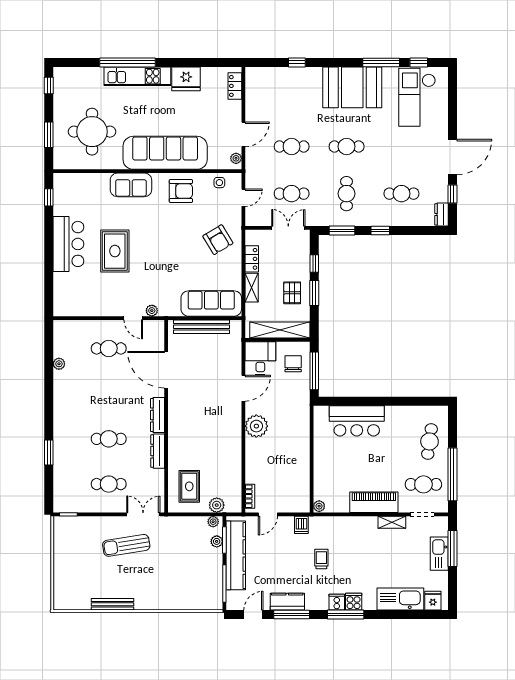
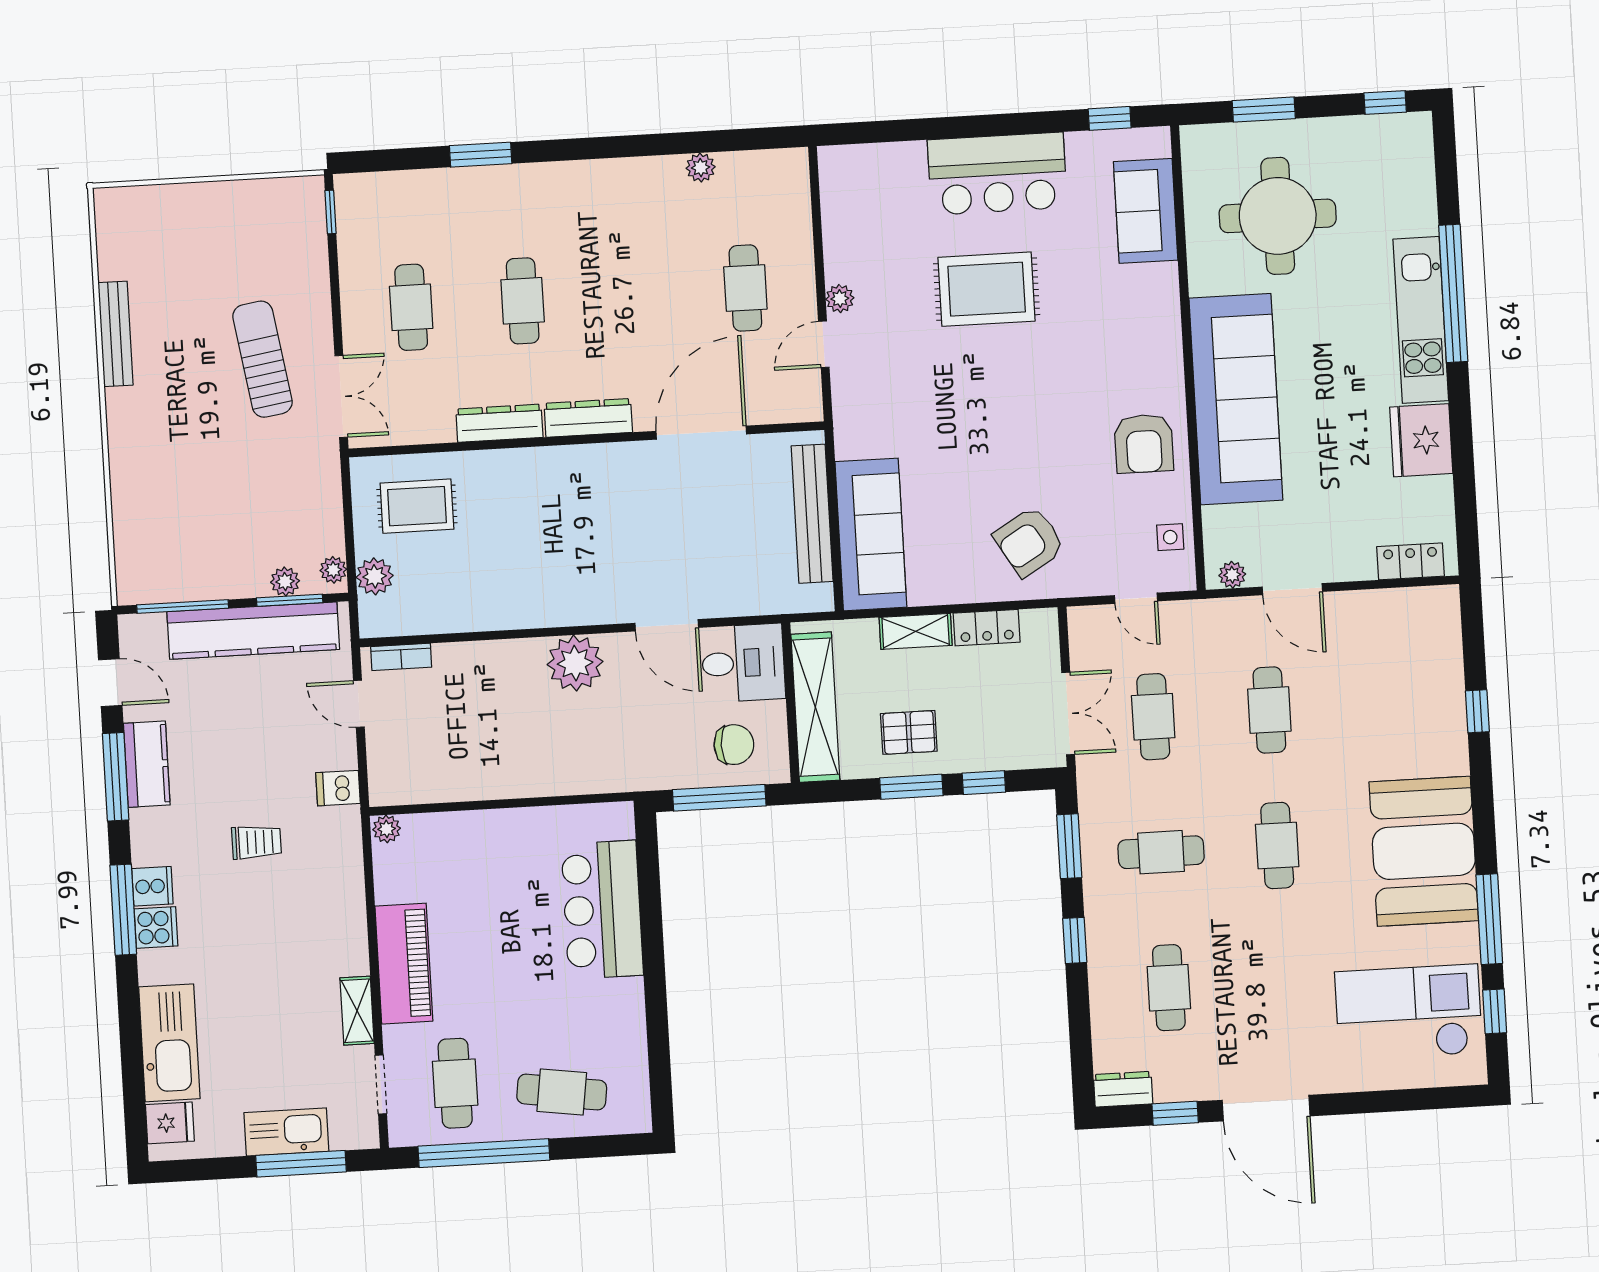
sofa: (131, 185) -> (1146, 211), moved
plant: (152, 311) -> (840, 299), moved

